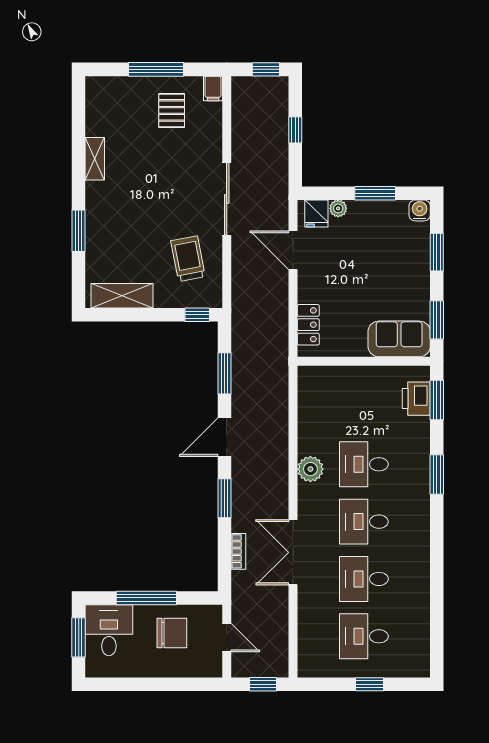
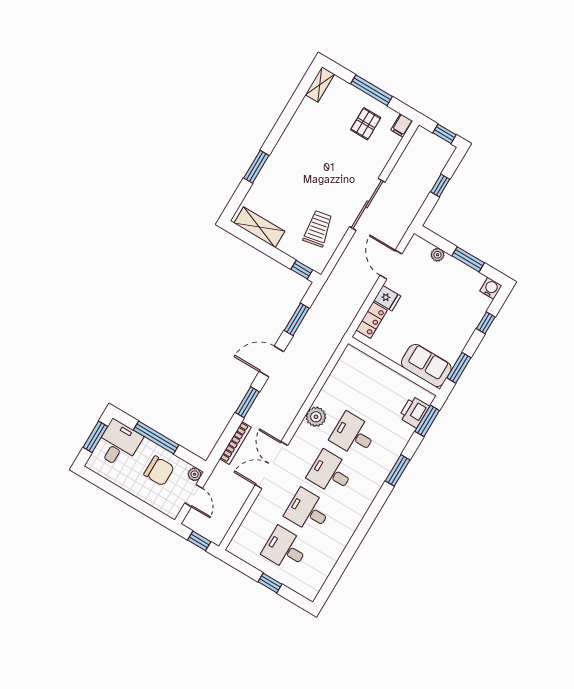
shelving: (95, 159) -> (320, 85), moved
fridge: (316, 213) -> (387, 298), moved, turned -90
window: (437, 252) -> (486, 323), width x0.67
bookcase: (238, 551) -> (235, 443), width x1.56
plant: (214, 613) -> (195, 474), added

